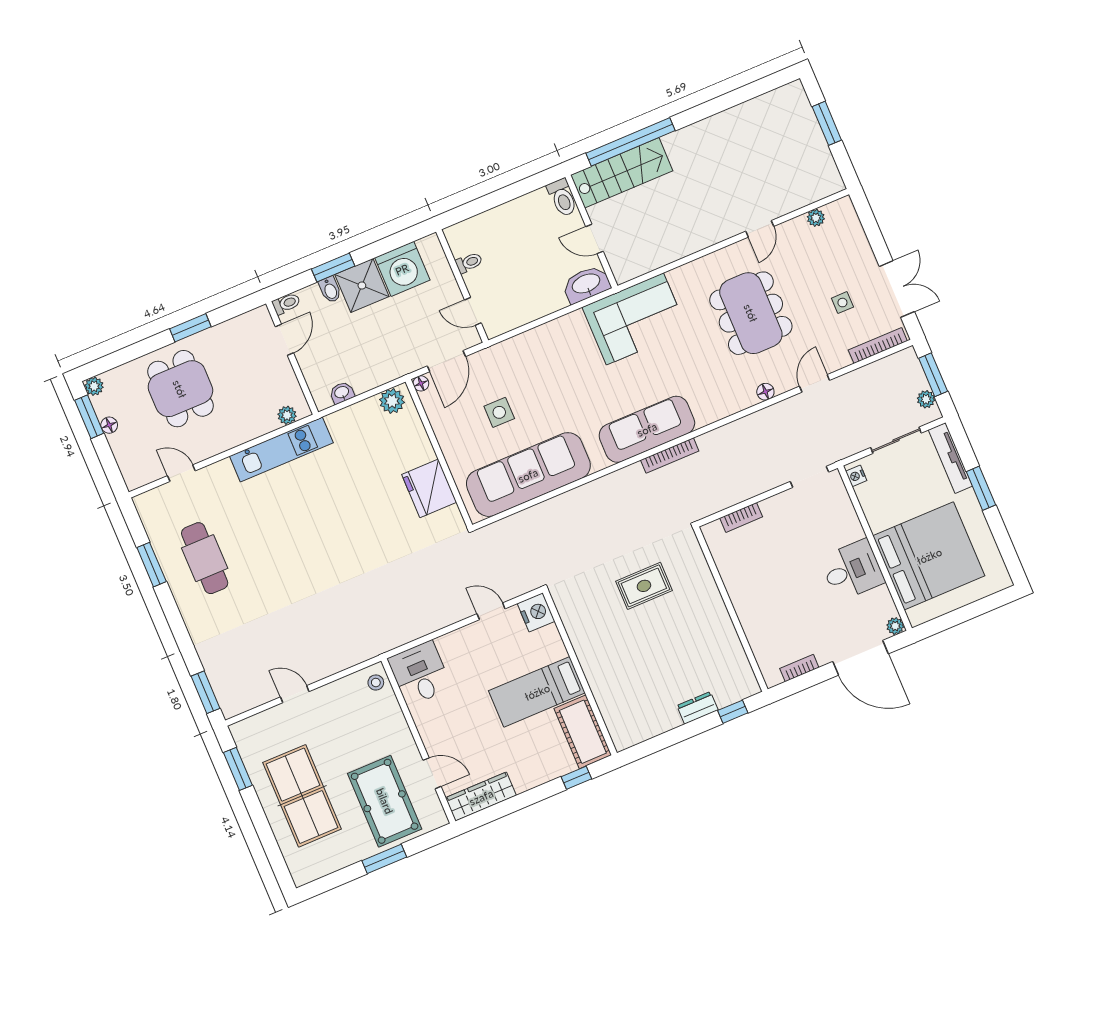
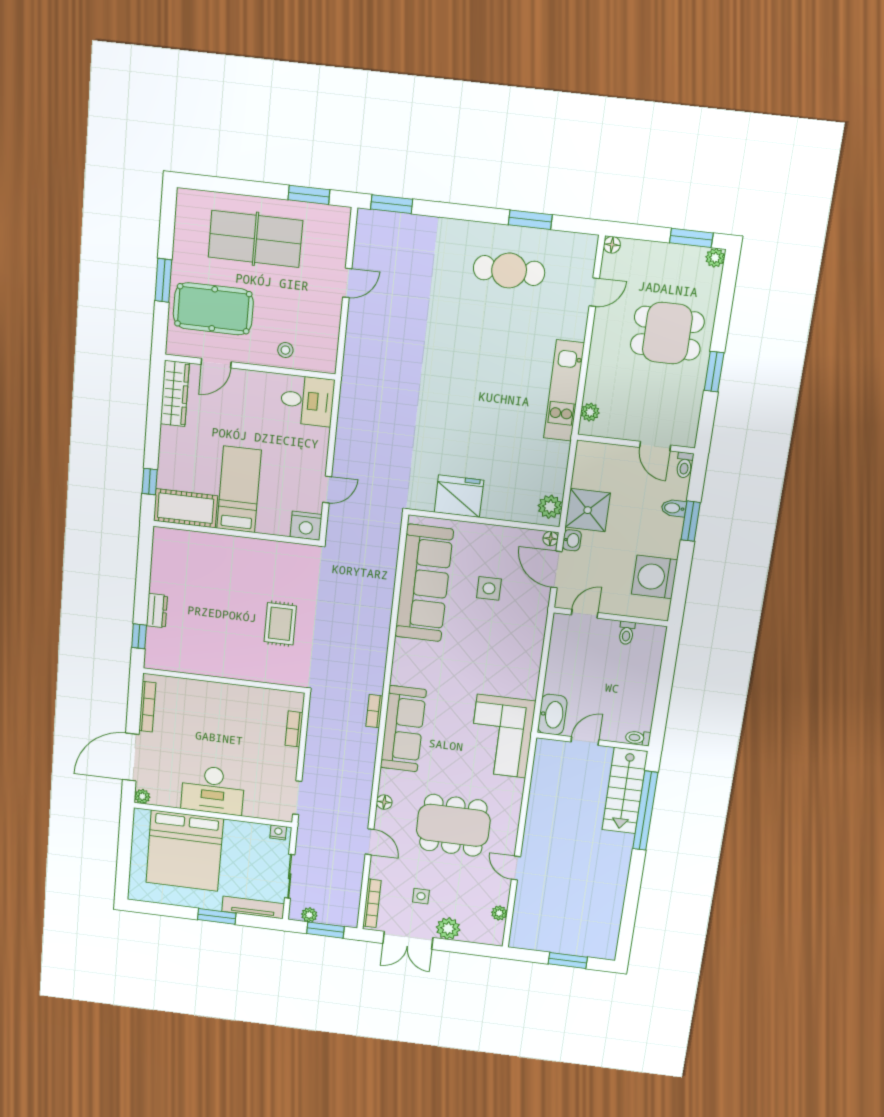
toilet: (562, 198) -> (638, 738), width x0.73, depth x0.72
plant: (861, 257) -> (448, 929), added
shower: (362, 285) -> (588, 510), moved
washbasin: (342, 393) -> (572, 540), moved
floor lamp: (109, 425) -> (612, 245), moved
sofa: (647, 429) -> (403, 729), moved
bookcase: (670, 456) -> (374, 711), width x0.64
desk: (852, 570) -> (213, 790), width x1.37
bookcase: (799, 668) -> (147, 707), width x1.56
stool: (376, 683) -> (285, 350), moved

